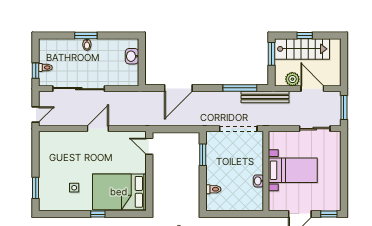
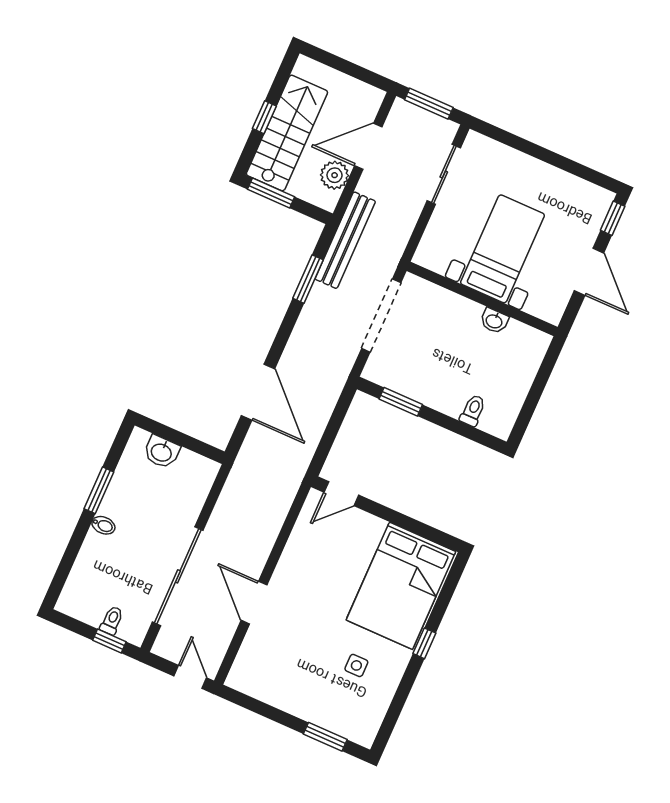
window: (86, 35) -> (99, 490), moved
window: (240, 88) -> (308, 279), width x0.69
door: (98, 129) -> (254, 603), moved

